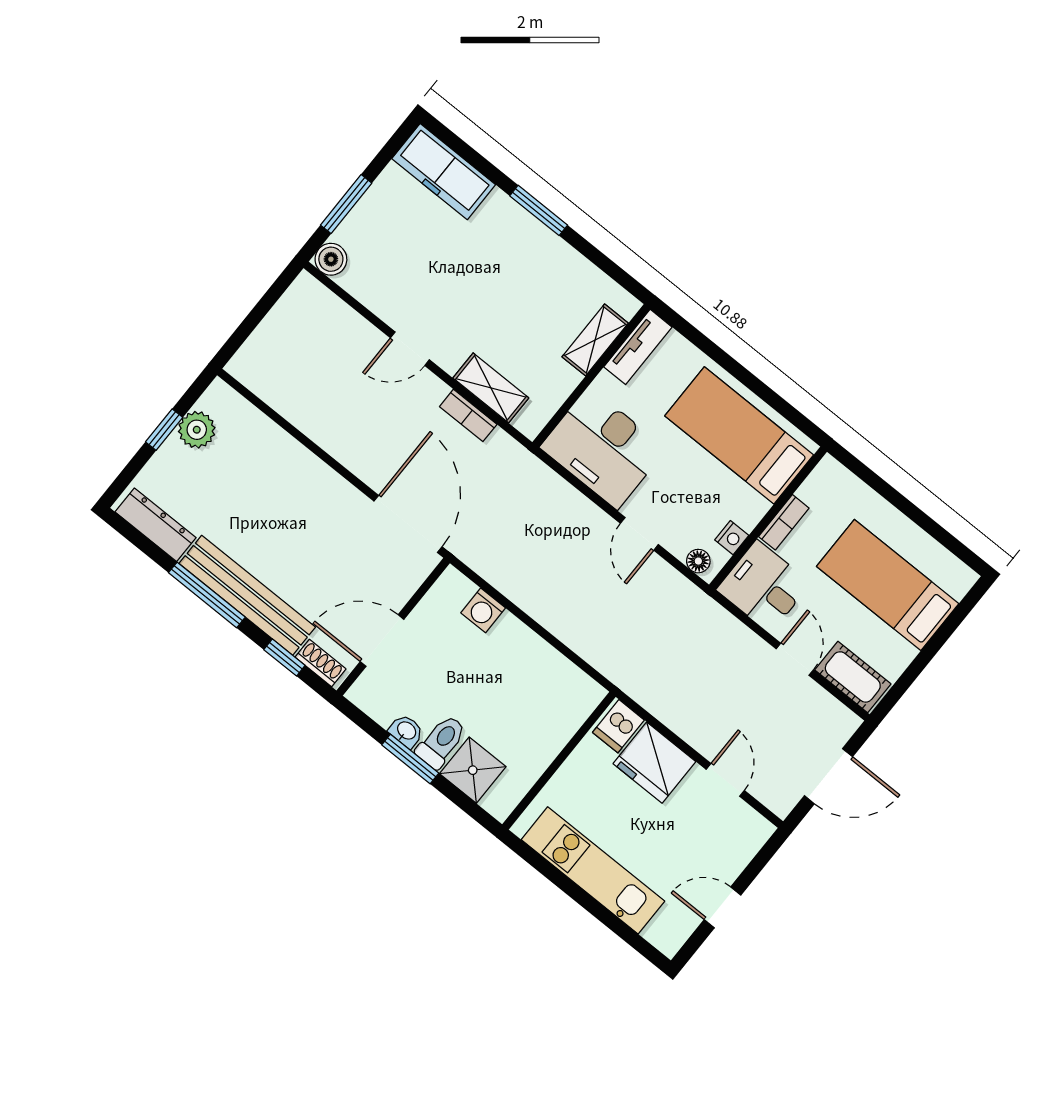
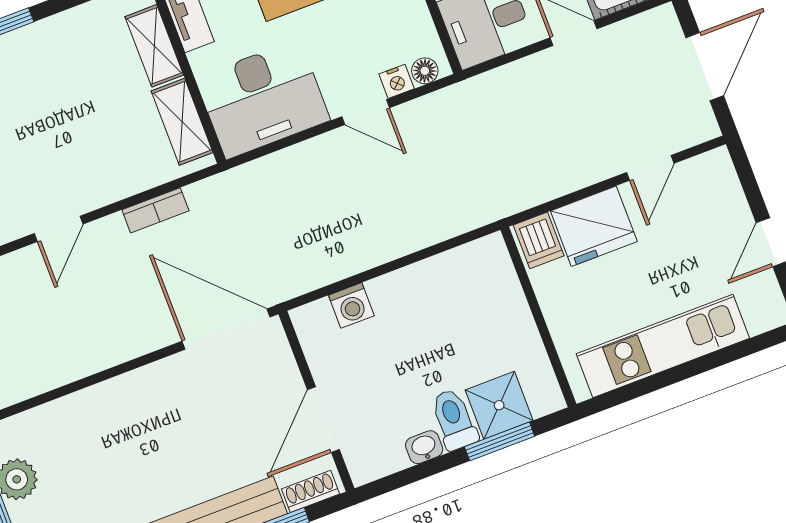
shelving: (491, 388) -> (182, 122), moved, turned 90
nightstand: (732, 538) -> (397, 81), moved, turned 90
window: (410, 759) -> (500, 441), moved
door: (725, 780) -> (650, 168), swing flipped

